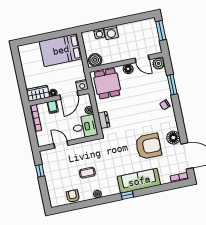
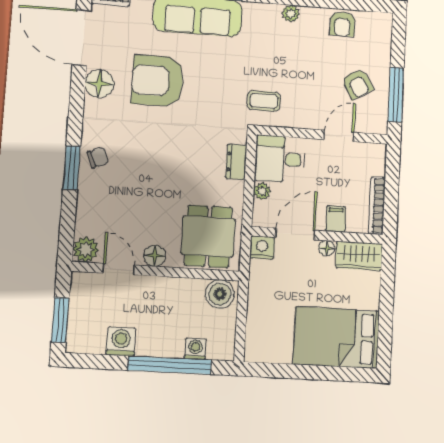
window: (109, 24) -> (170, 365), added
washing machine: (111, 33) -> (121, 341), moved
bed: (61, 50) -> (336, 338), moved, turned 180
window: (172, 85) -> (72, 168), moved
door: (61, 145) -> (339, 136), swing flipped
armchair: (59, 170) -> (357, 84), added
window: (40, 171) -> (396, 95), width x2.17
coffee table: (87, 173) -> (264, 101), moved

